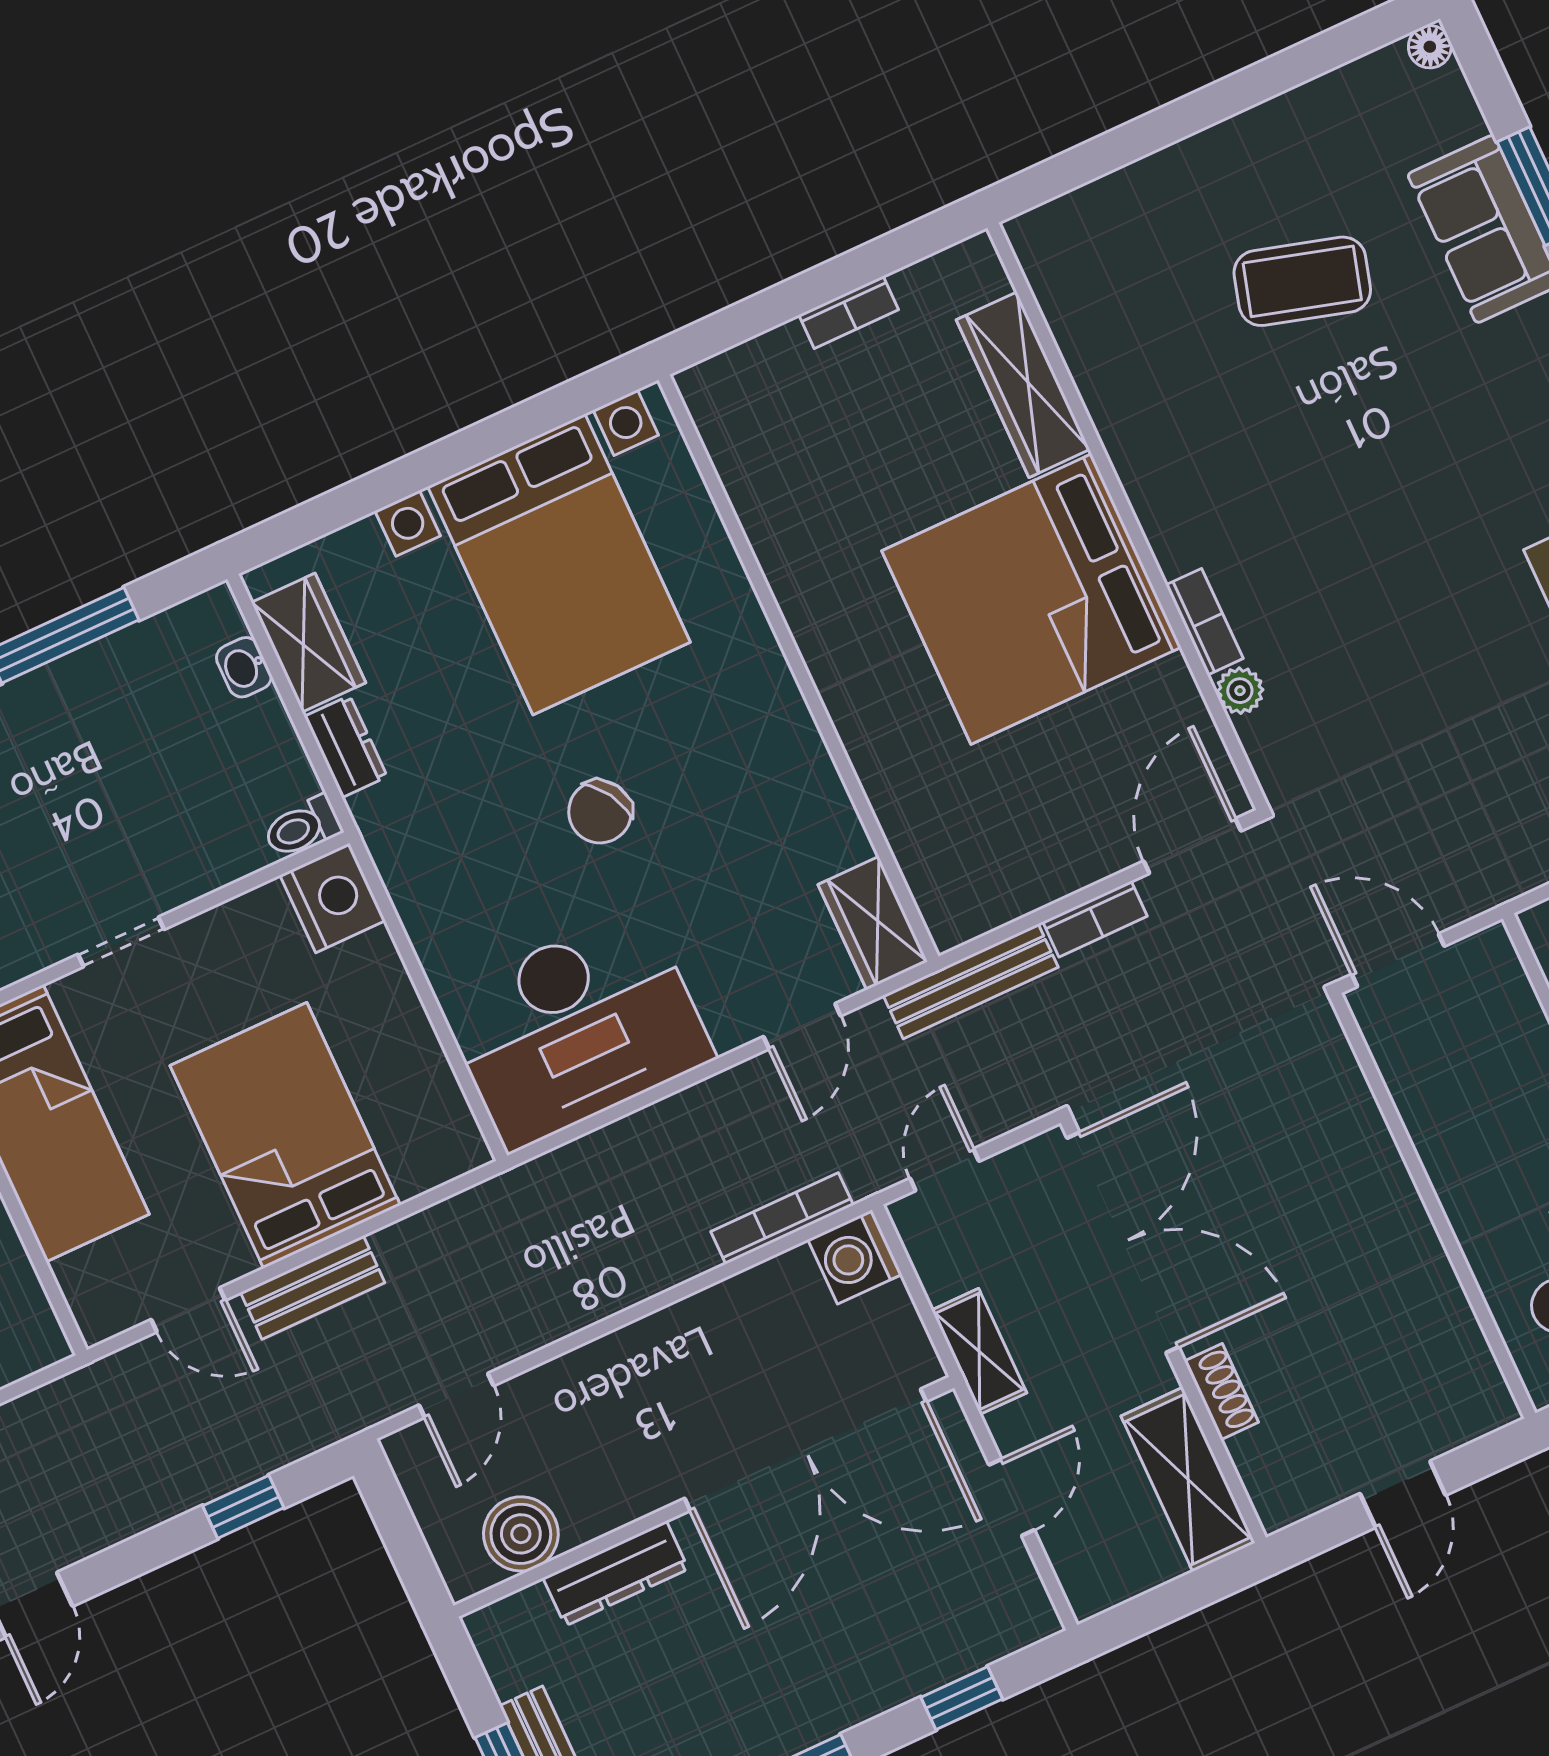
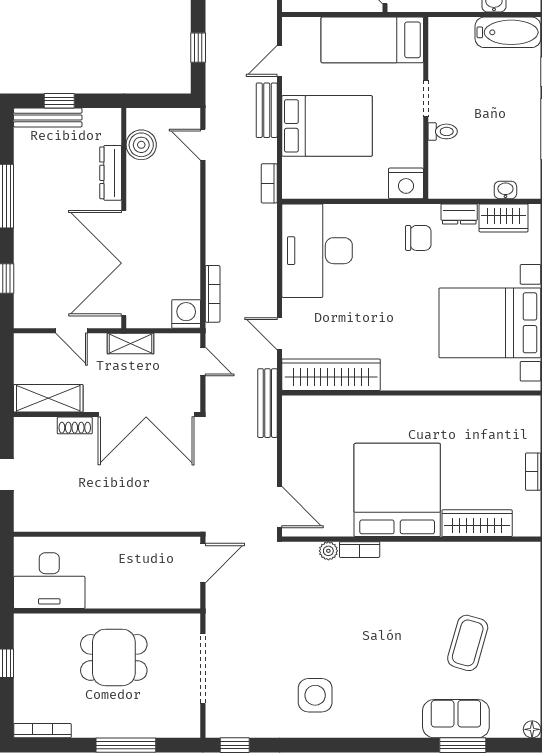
chair: (600, 812) -> (418, 238), moved, turned 121
toilet: (302, 827) -> (443, 131), moved, turned 90
bookcase: (1095, 919) -> (269, 183), moved
wardrobe: (873, 923) -> (331, 375), width x2.10, depth x1.17

